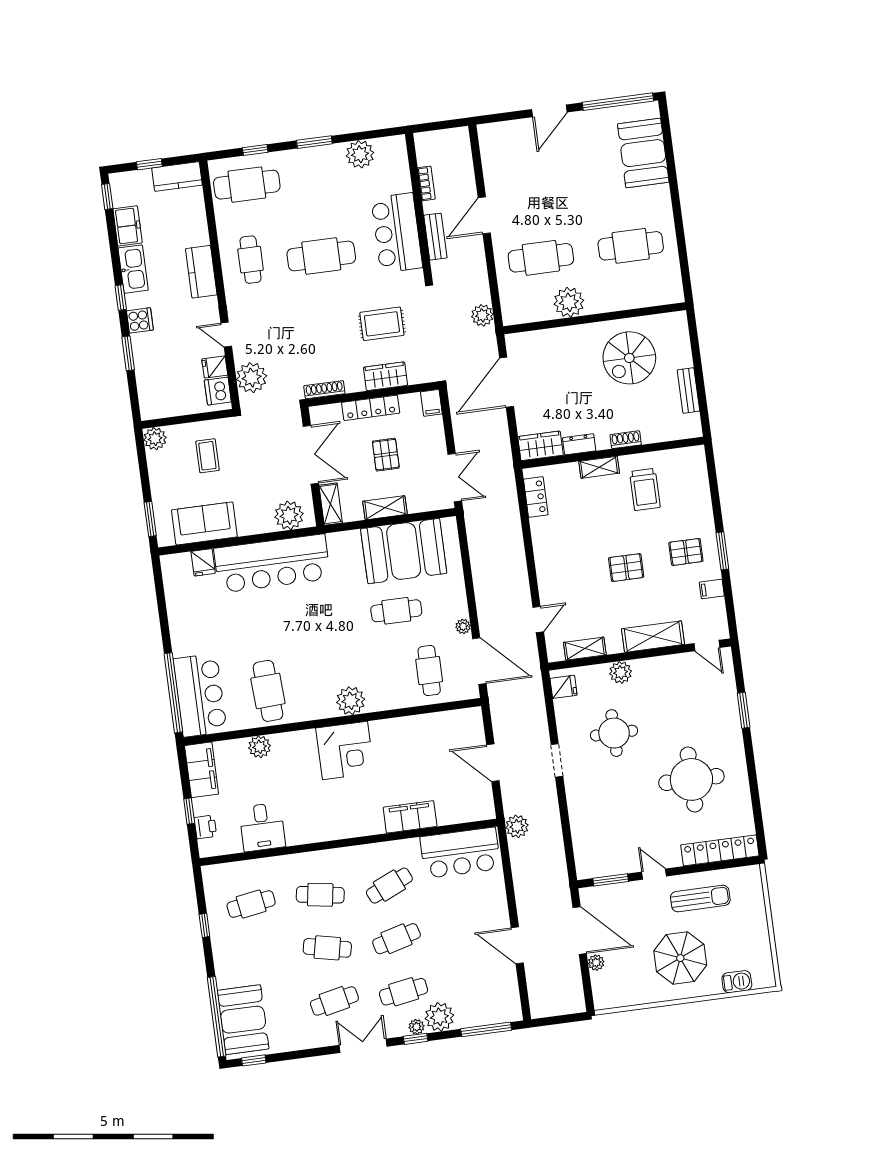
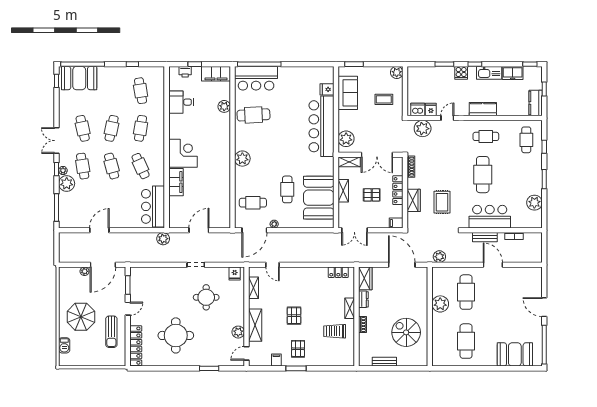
cafe table: (247, 185) -> (526, 140), width x0.73, depth x0.74
plant: (621, 672) -> (238, 332), moved
corner desk: (345, 750) -> (183, 153), moved, turned 180
double door: (363, 1046) -> (57, 141), swing flipped

